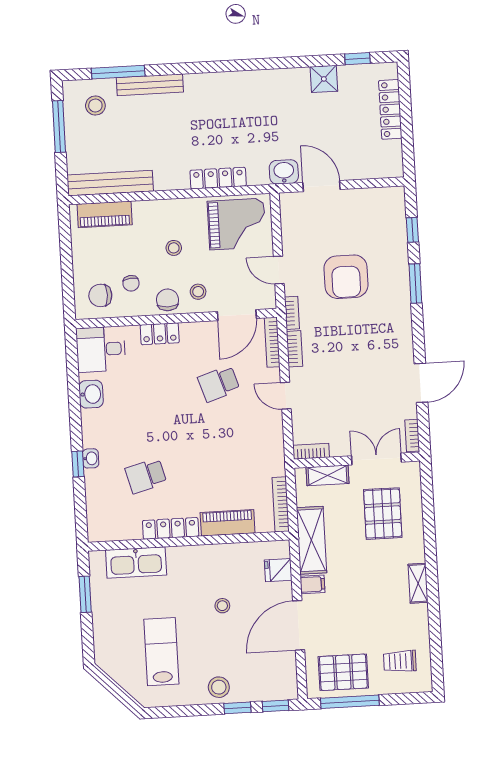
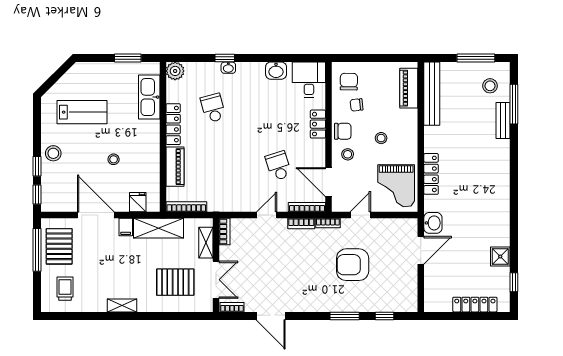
bench: (150, 85) -> (503, 121), width x0.73
plant: (99, 530) -> (175, 71), added

